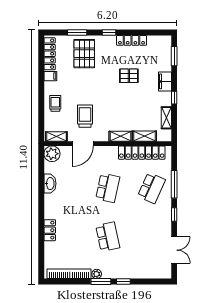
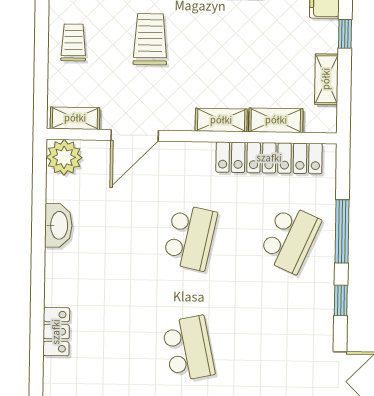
trolley: (85, 116) -> (150, 39), moved

